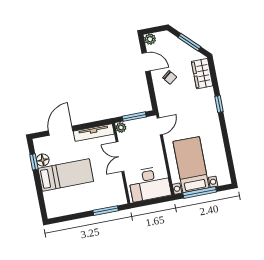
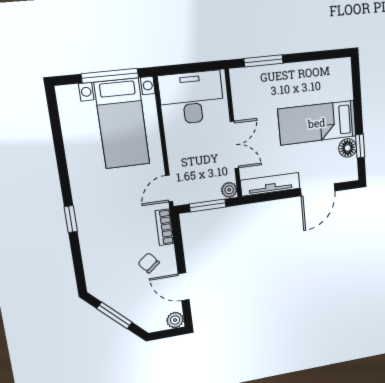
wardrobe: (202, 74) -> (97, 268), removed
bookcase: (161, 101) -> (165, 227), added

